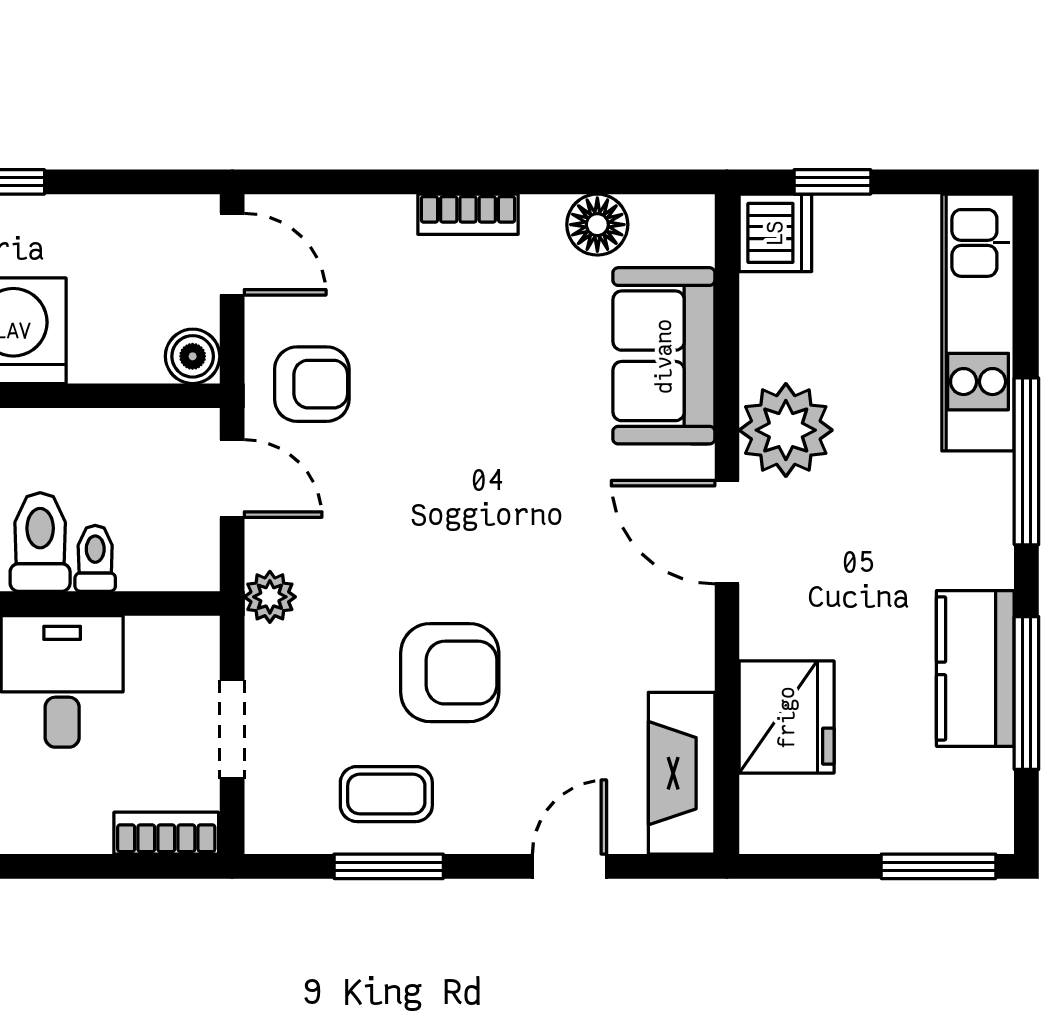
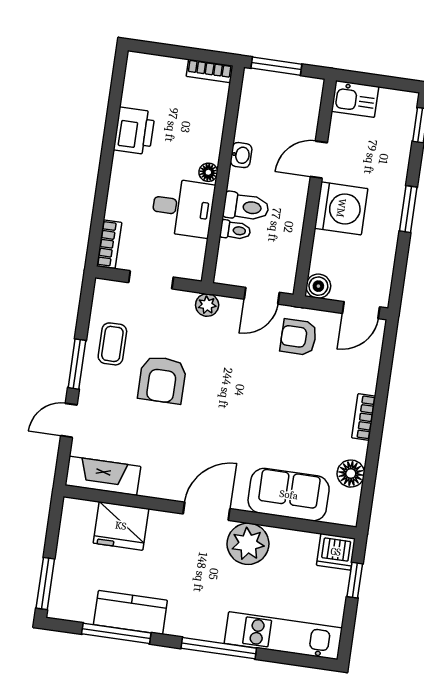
armchair: (312, 384) -> (298, 337), turned 90
window: (389, 866) -> (77, 364), moved
door: (570, 866) -> (69, 420), swing flipped

